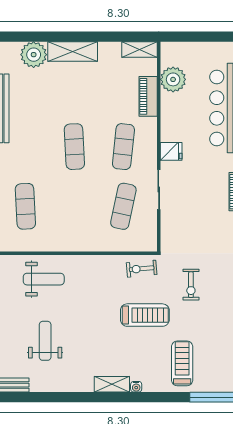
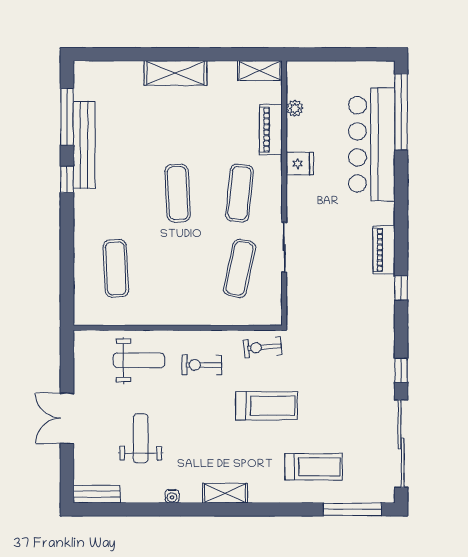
plant: (34, 55) -> (126, 77), removed
plant: (173, 79) -> (295, 108), width x0.53, depth x0.53
fridge: (171, 151) -> (300, 164), moved
exercise bike: (191, 285) -> (202, 365), moved, turned 90
treadmill: (182, 363) -> (314, 467), turned 90
water cooler: (136, 387) -> (172, 496), moved

